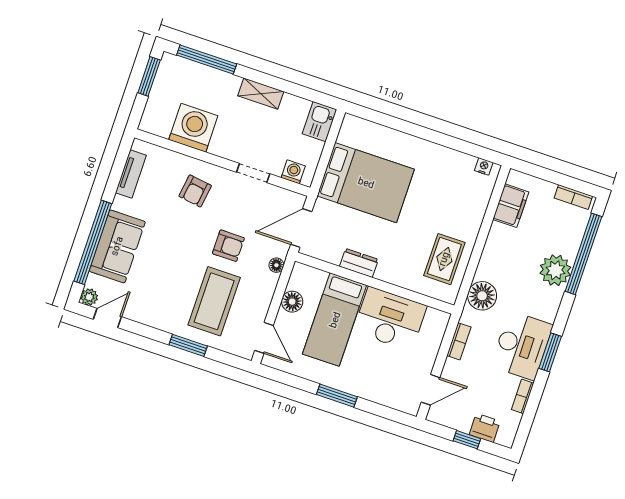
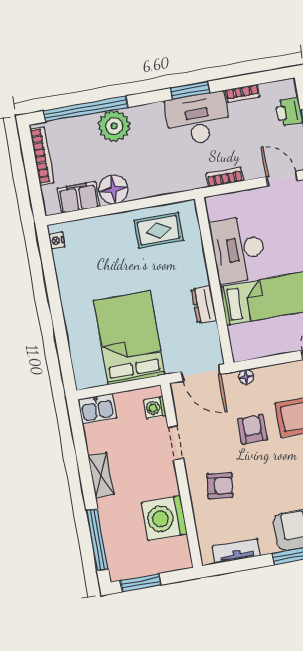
bookcase: (573, 197) -> (42, 156), width x1.56
floor lamp: (482, 296) -> (113, 189), moved
floor lamp: (292, 302) -> (271, 345), removed

